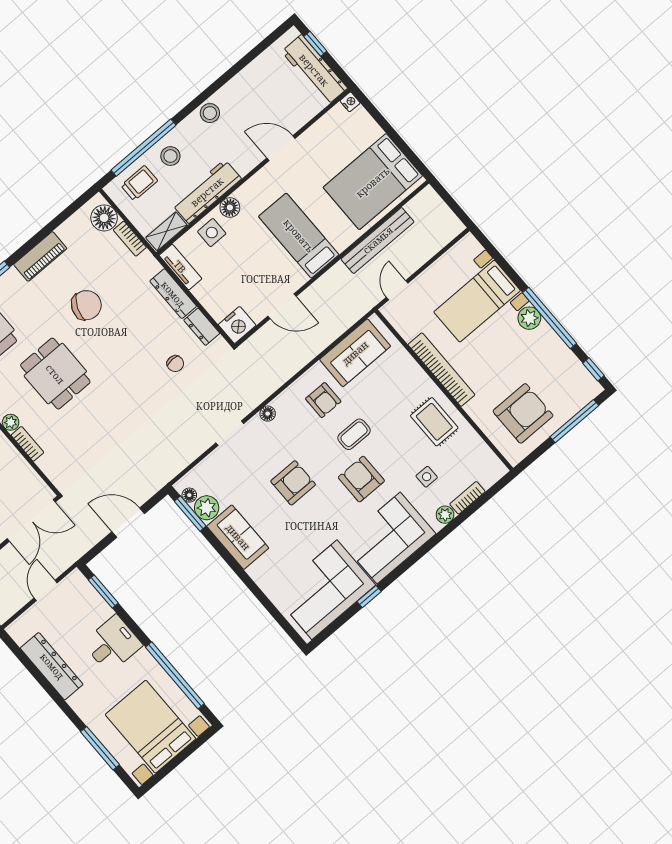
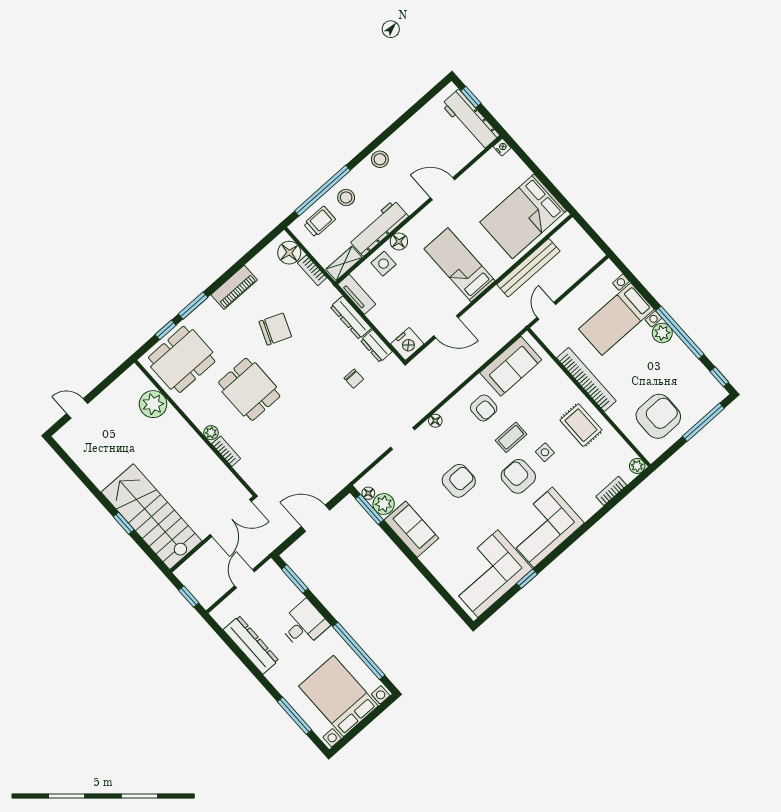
side table: (427, 477) -> (545, 452), moved
plant: (445, 515) -> (637, 466), moved

